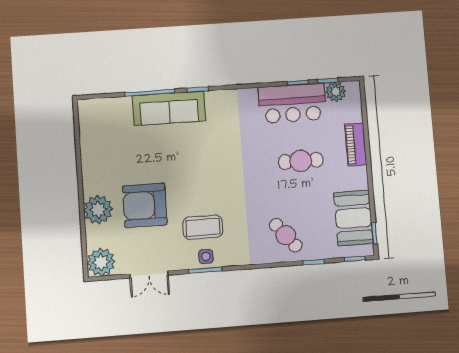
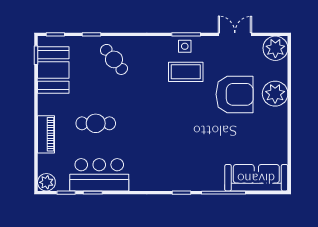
plant: (336, 92) -> (46, 182), moved
sofa: (169, 108) -> (256, 178), moved

